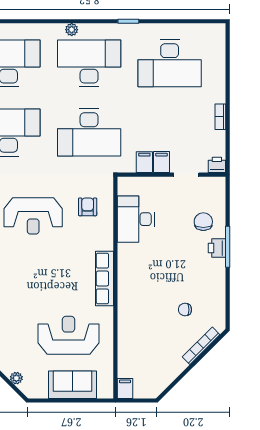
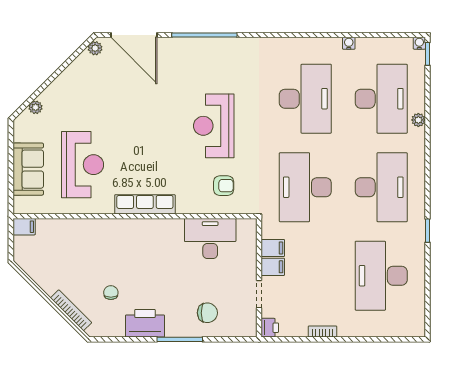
plant: (72, 30) -> (418, 120), moved
printer: (217, 248) -> (145, 323), moved, width x1.87, depth x1.48

